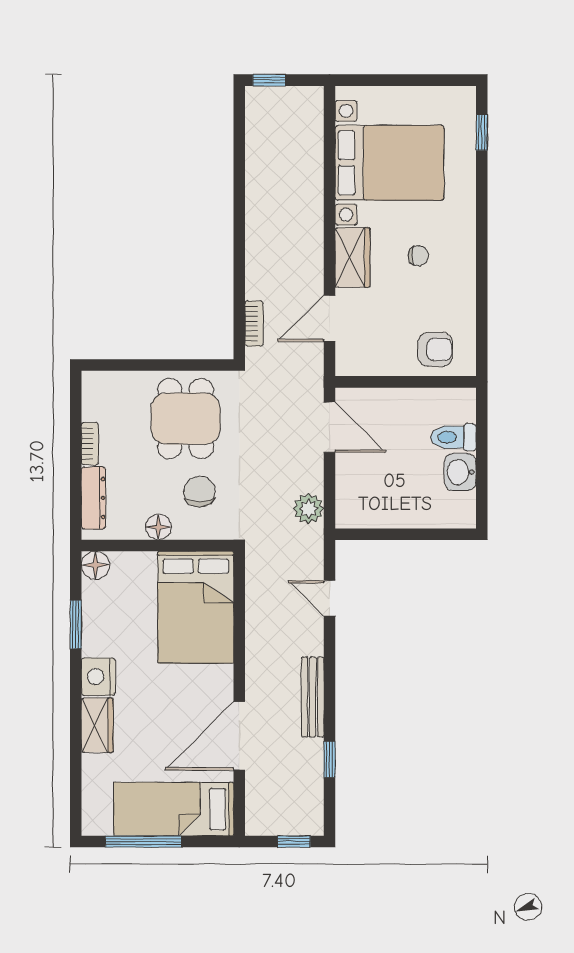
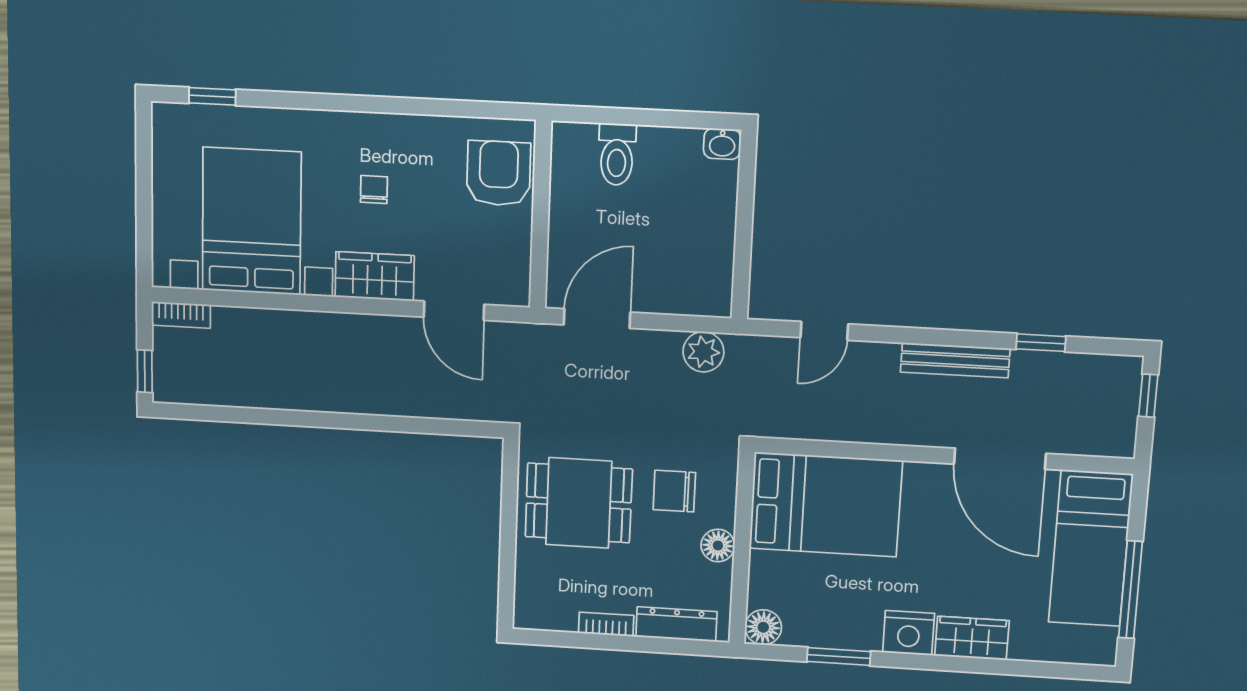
bookcase: (254, 324) -> (181, 315), moved, turned 180
armchair: (435, 349) -> (499, 173), width x1.38, depth x1.38
washbasin: (460, 472) -> (722, 144), moved, width x0.72, depth x0.69

